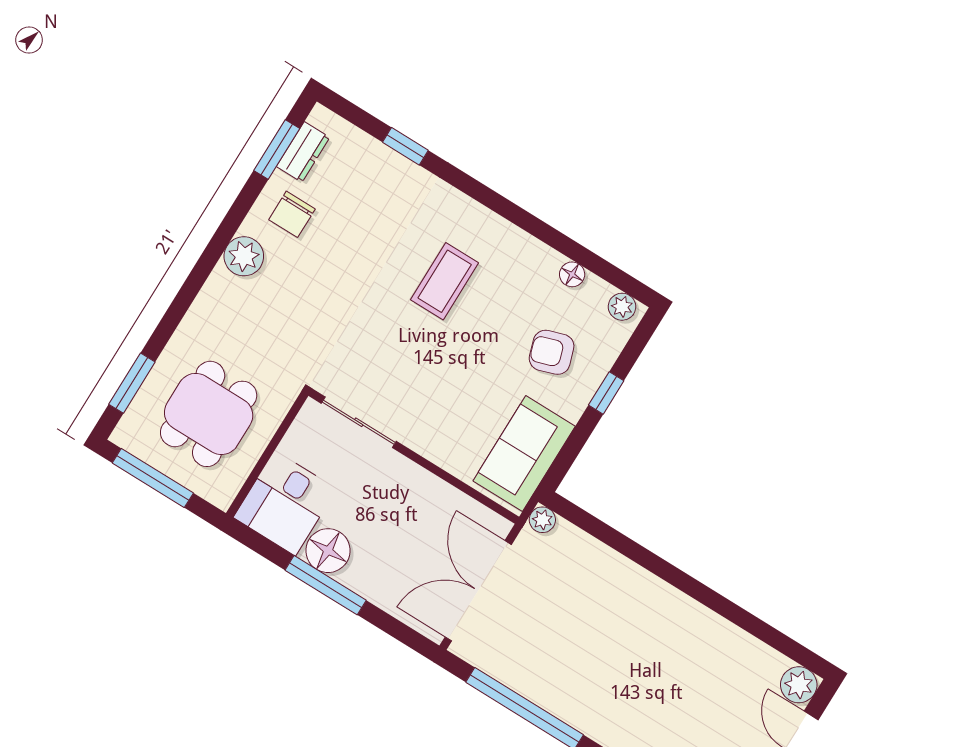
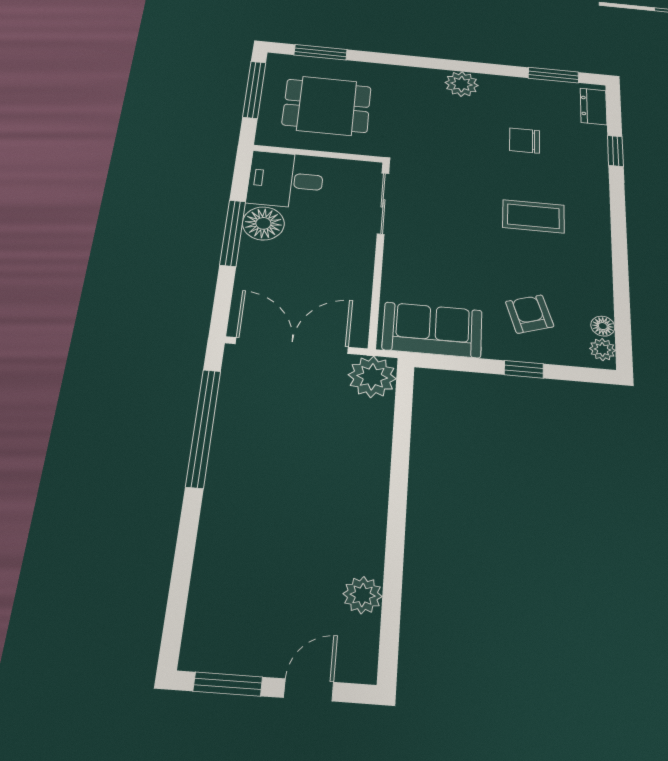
dresser: (303, 152) -> (594, 106), moved, turned 90
chair: (292, 214) -> (525, 141), moved
floor lamp: (572, 274) -> (603, 326), moved
plant: (542, 520) -> (372, 377), width x1.88, depth x1.88
plant: (799, 685) -> (363, 595), moved

